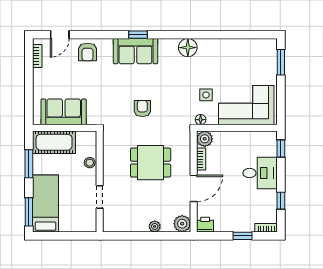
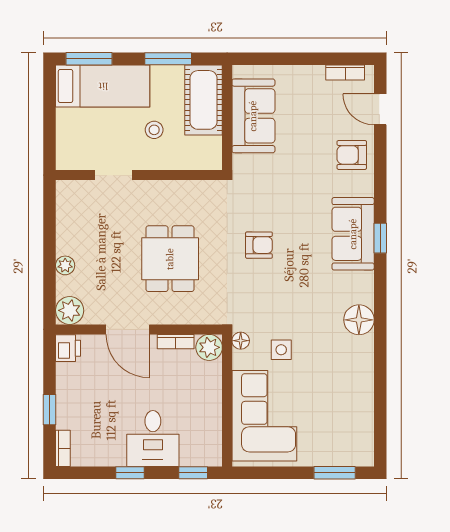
stool: (90, 163) -> (154, 130), moved
window: (281, 201) -> (130, 473), moved

